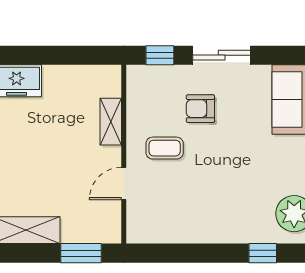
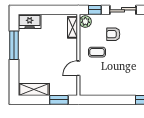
plant: (139, 81) -> (85, 22), added
shelving: (111, 122) -> (72, 27), moved

